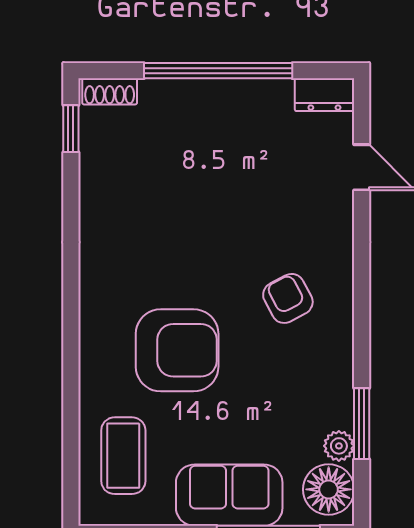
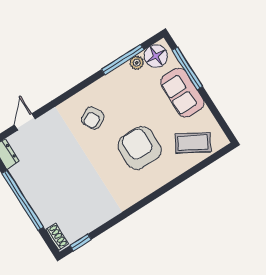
window: (362, 424) -> (123, 60), width x1.44
coffee table: (123, 456) -> (193, 143), turned 30

